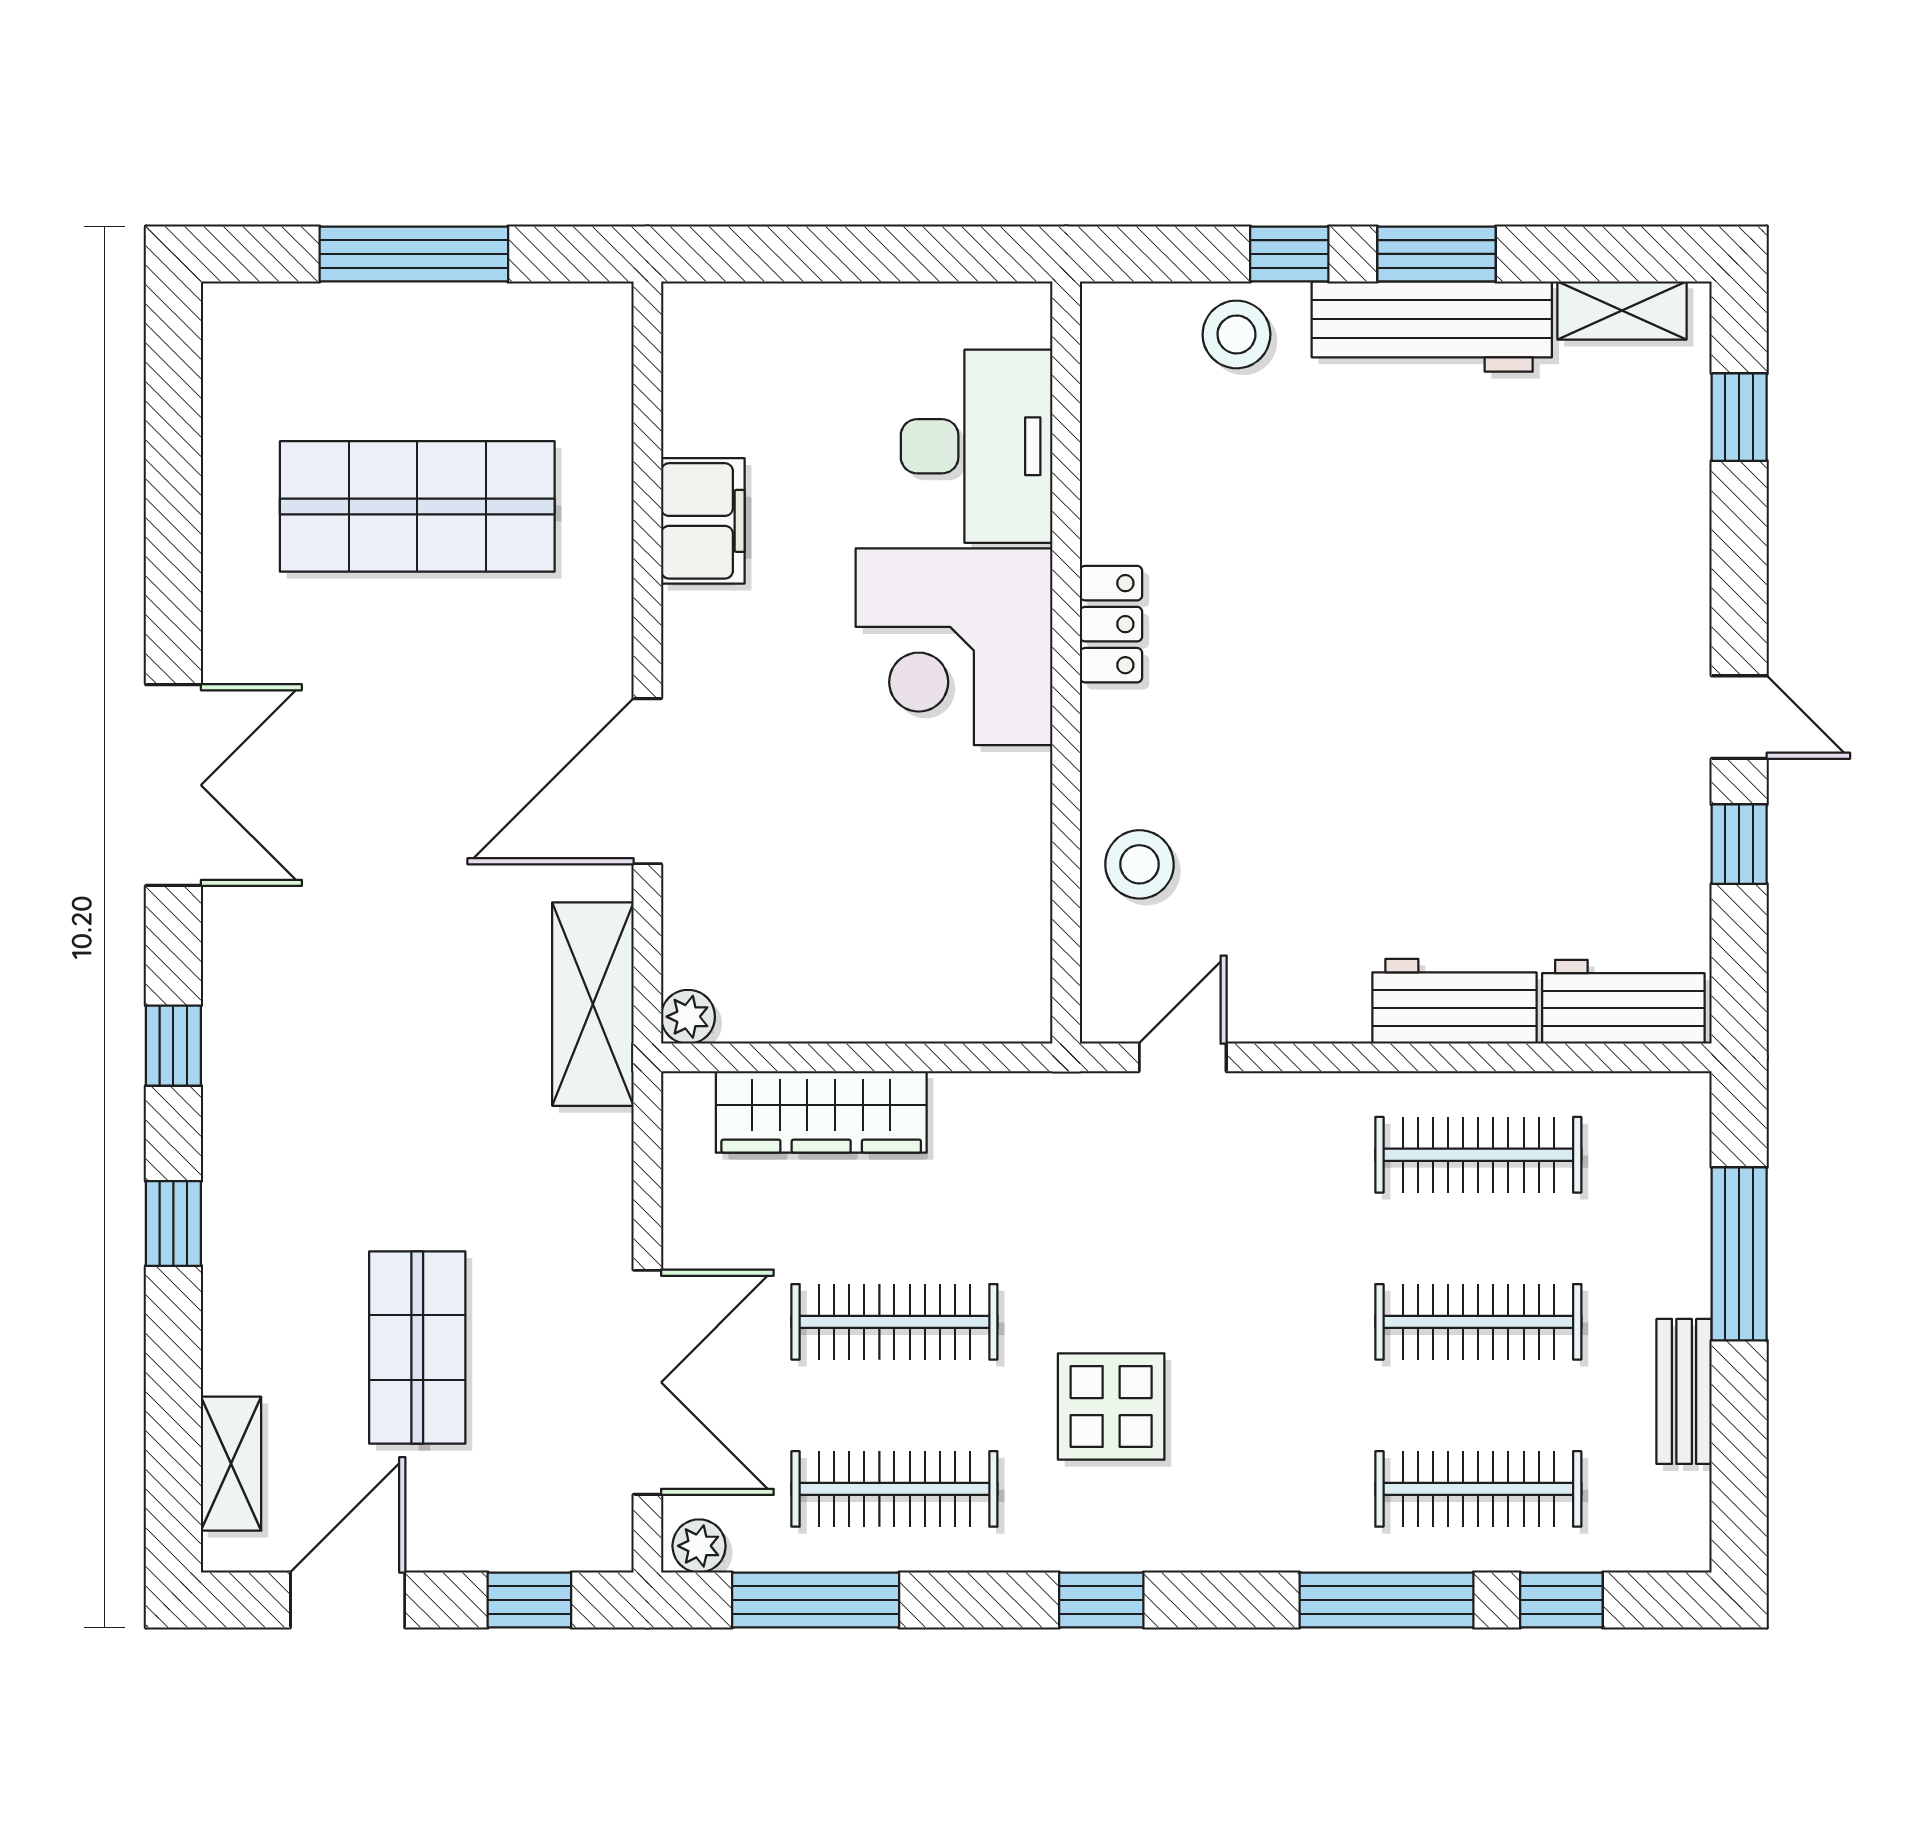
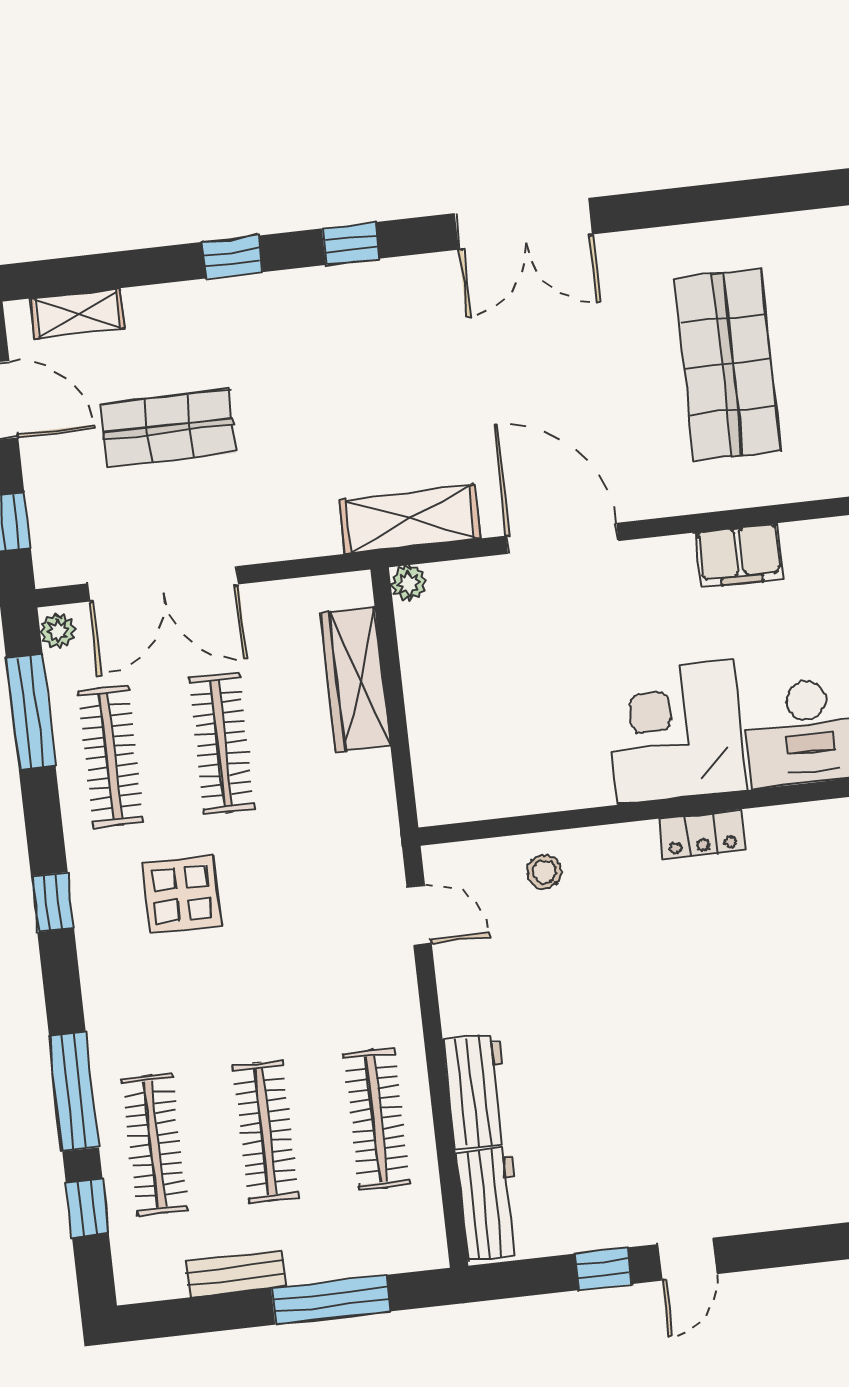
stool: (1139, 864) -> (544, 872), width x0.73, depth x0.73

